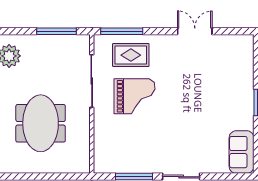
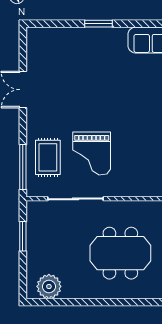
window: (56, 31) -> (23, 236), width x0.69
grand piano: (135, 96) -> (92, 153), turned 180

